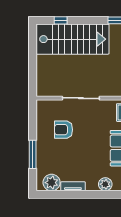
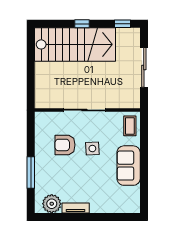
window: (61, 20) -> (82, 24), moved
side table: (88, 133) -> (92, 149), added
plant: (105, 184) -> (111, 206), removed

